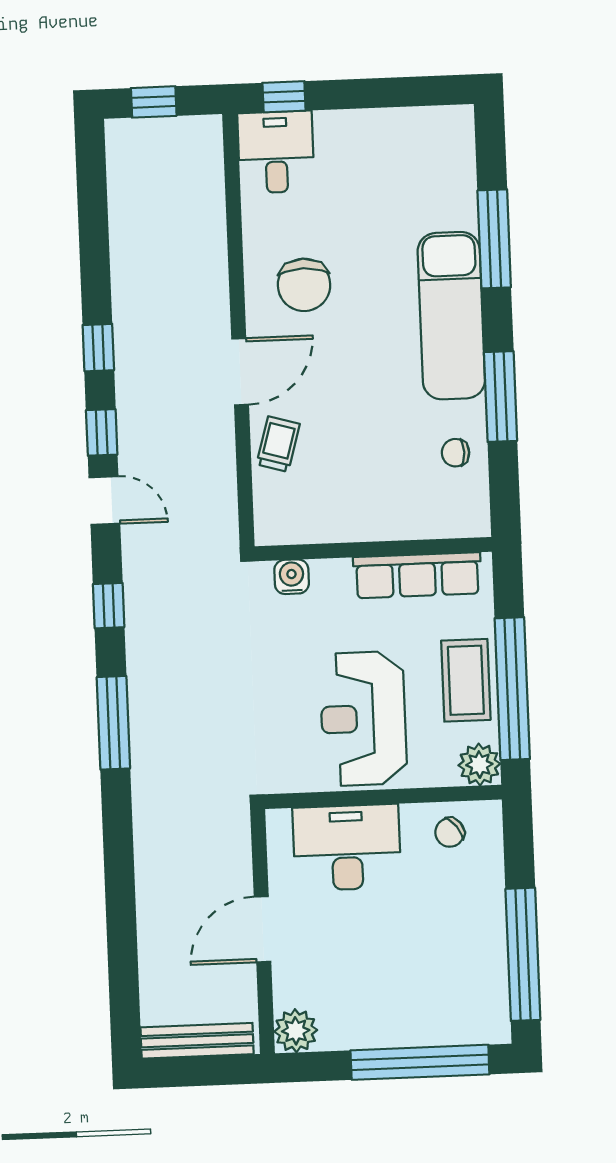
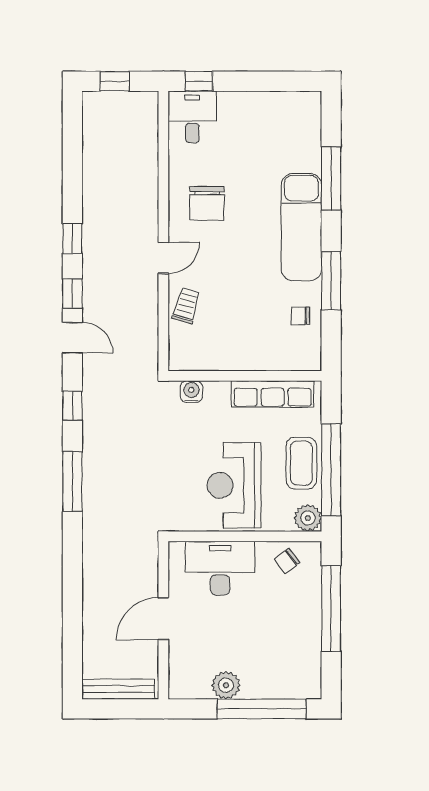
door: (240, 372) -> (163, 258), width x0.73
window: (523, 954) -> (331, 609), moved
plant: (296, 1031) -> (226, 685), moved

